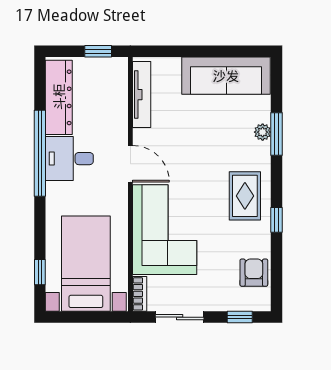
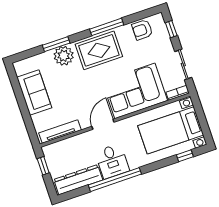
sofa: (226, 76) -> (34, 92), width x0.73
plant: (263, 132) -> (64, 56), width x1.88, depth x1.88
rug: (245, 196) -> (99, 50), width x1.36, depth x1.43
window: (277, 220) -> (107, 27), width x2.17

